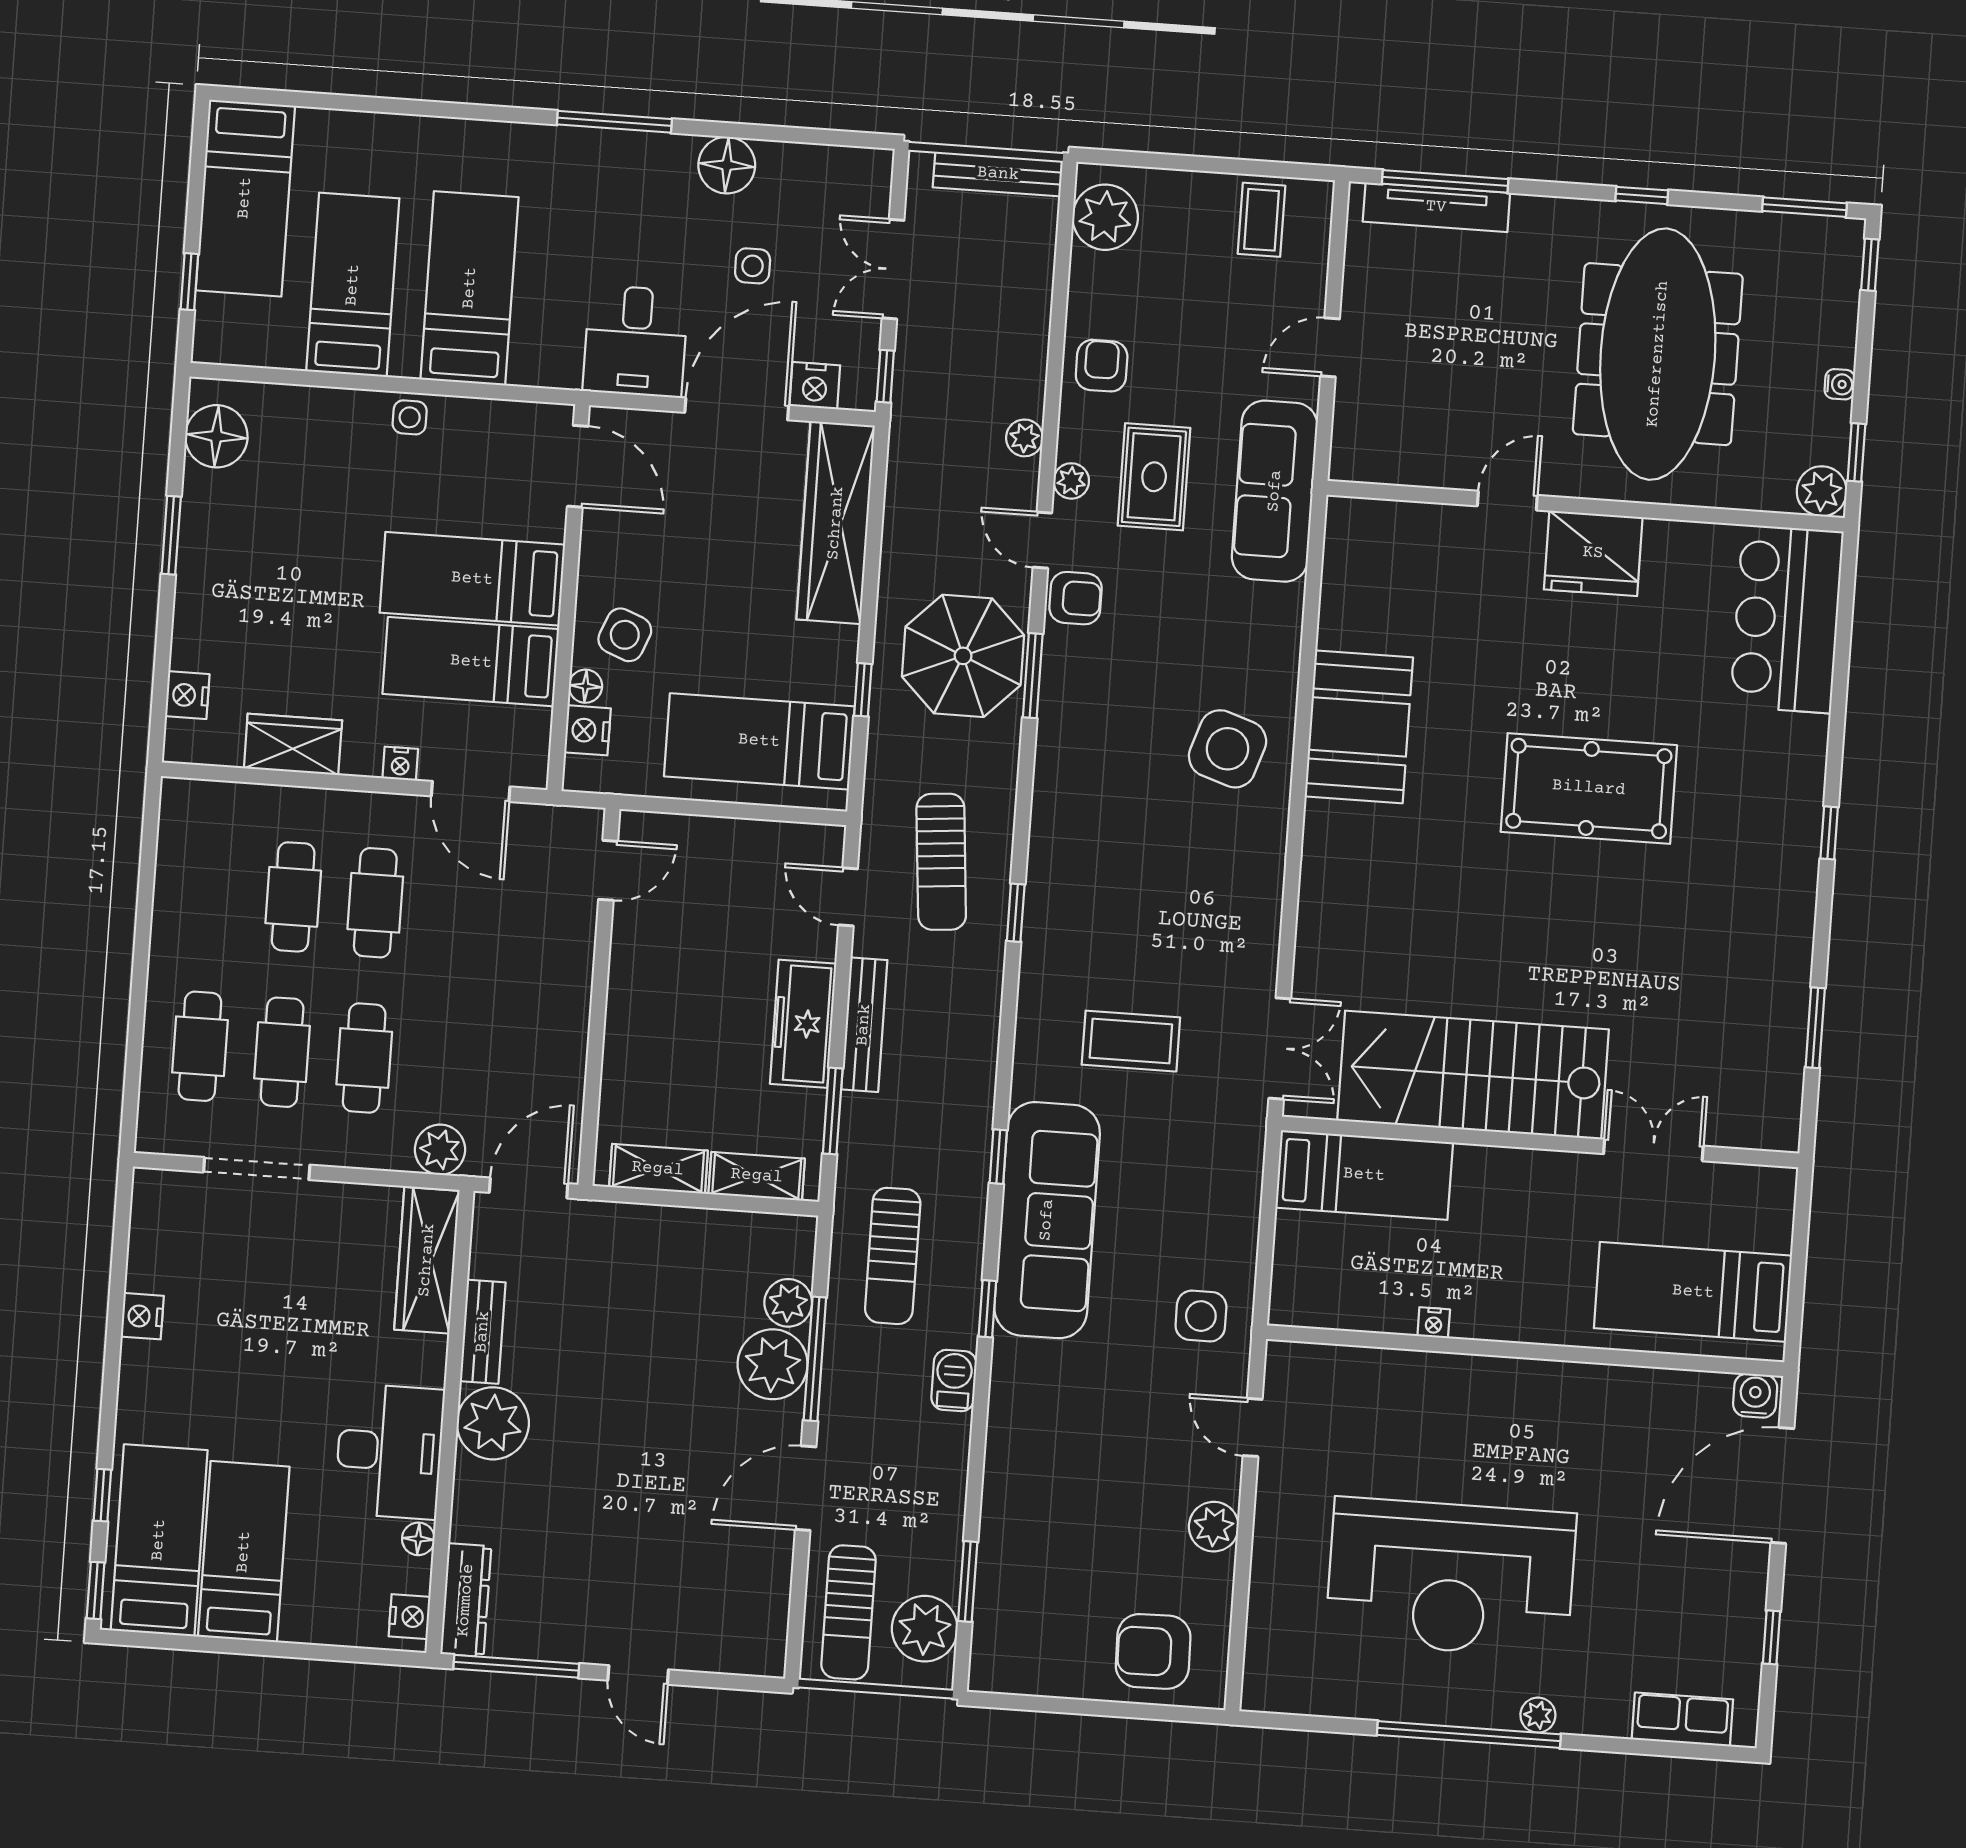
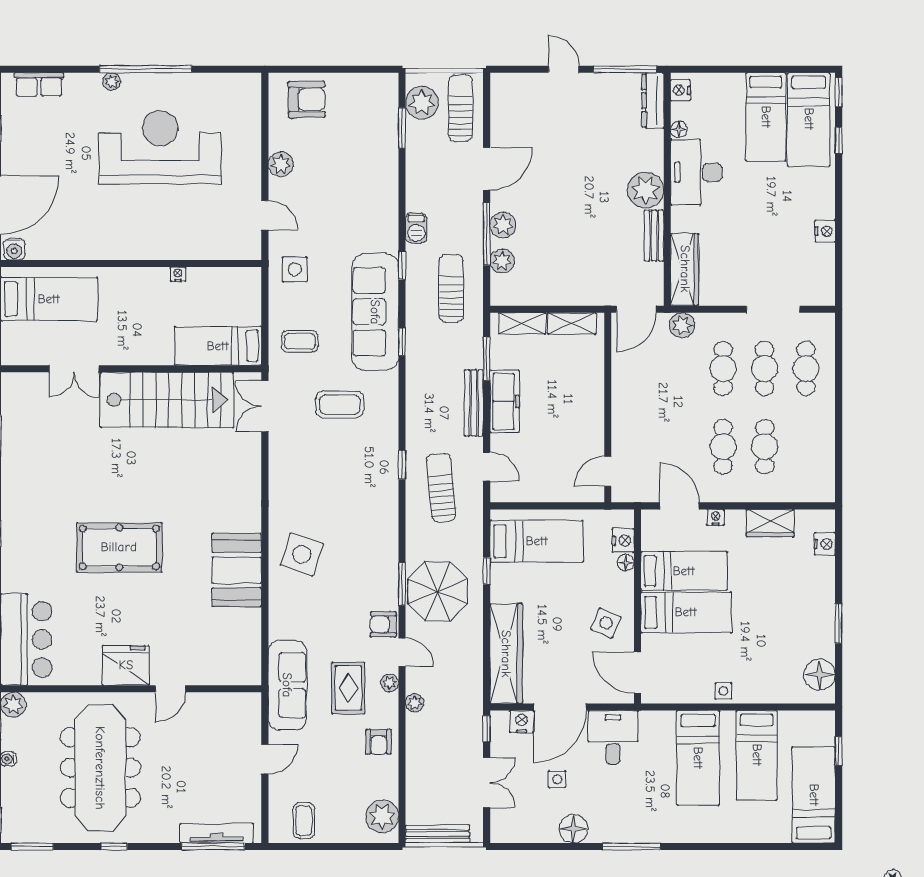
side table: (625, 635) -> (606, 623), moved
coffee table: (1201, 1172) -> (300, 341), added
plant: (773, 1364) -> (503, 225), width x0.73, depth x0.73

